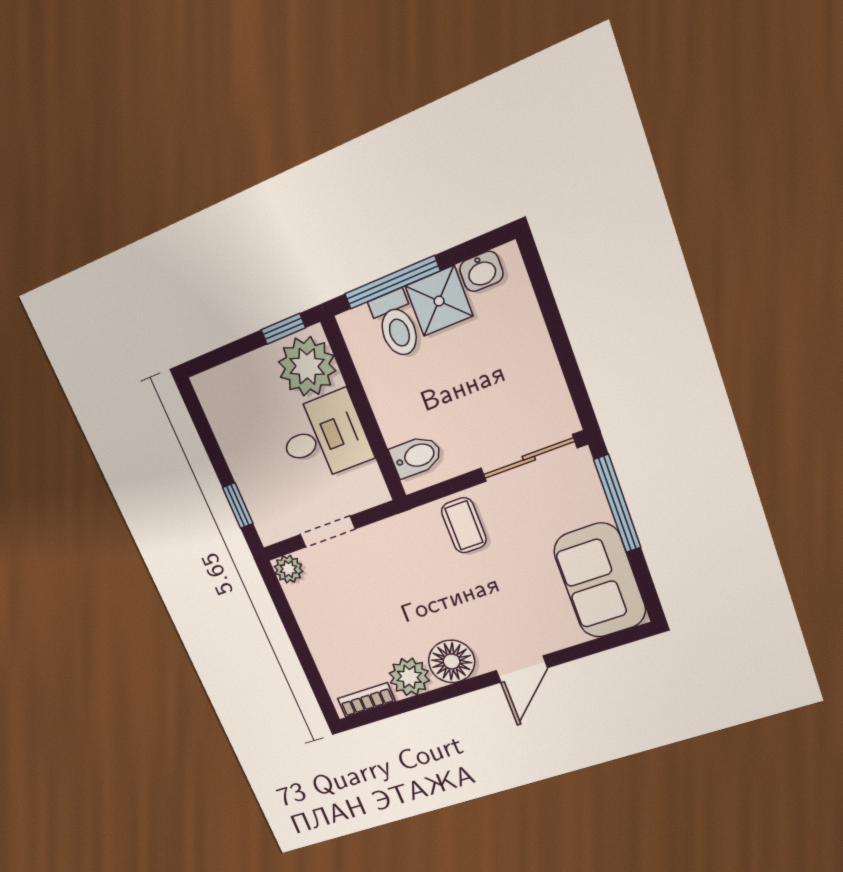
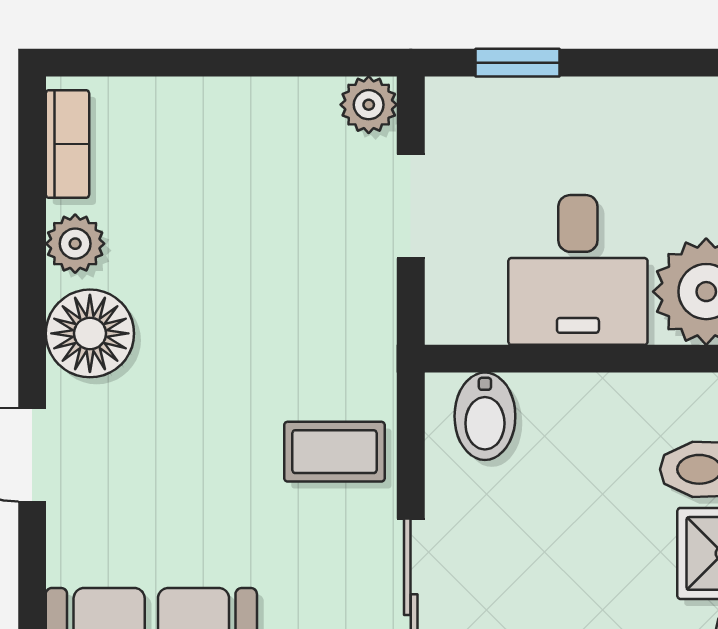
plant: (409, 677) -> (75, 244), width x0.73, depth x0.73

